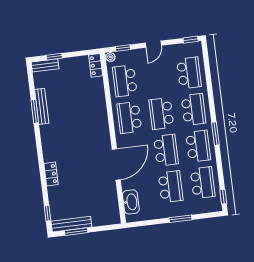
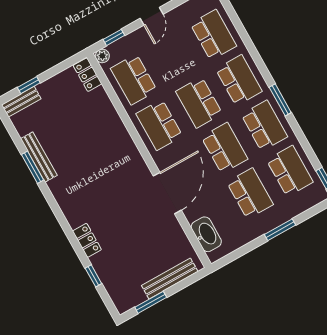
window: (47, 213) -> (93, 276), moved
bench: (71, 224) -> (170, 279), moved

